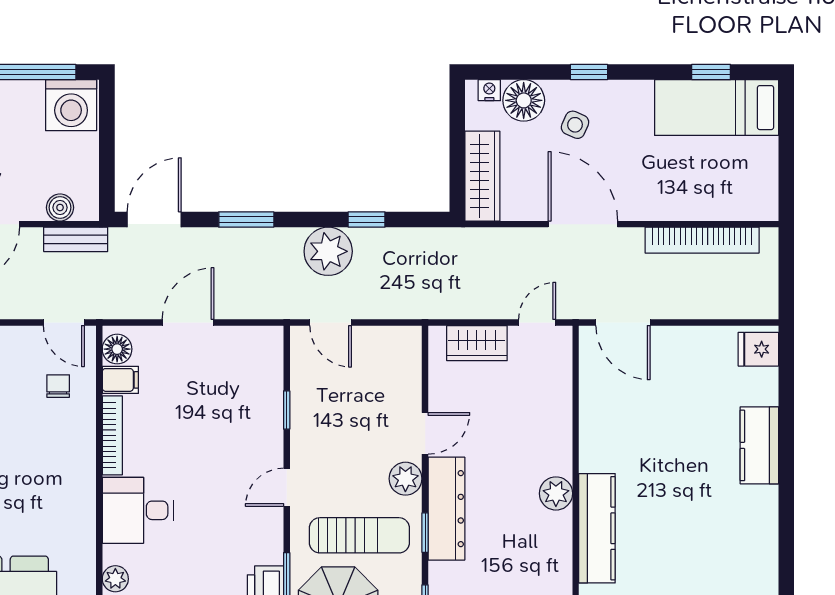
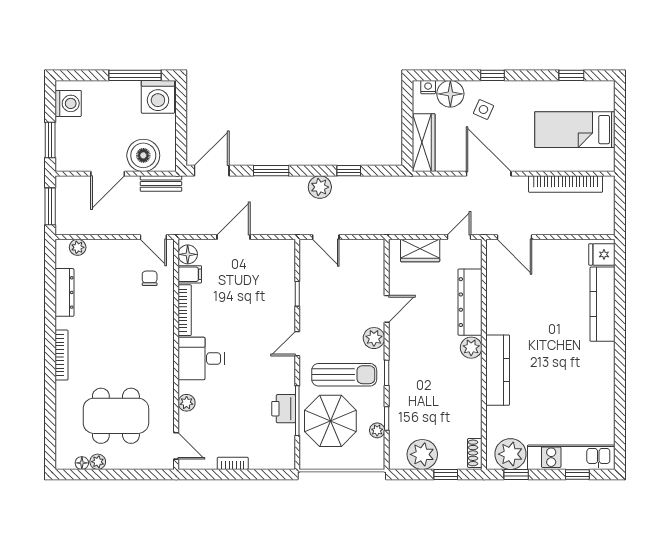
bed: (717, 108) -> (575, 130), moved
boiler: (60, 208) -> (143, 155), width x1.86, depth x1.86
plant: (328, 251) -> (320, 187), width x0.73, depth x0.73
kitchen counter: (759, 445) -> (603, 304), width x1.50
dresser: (446, 509) -> (470, 302), moved, turned 180

